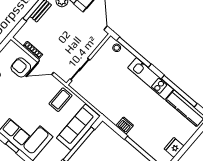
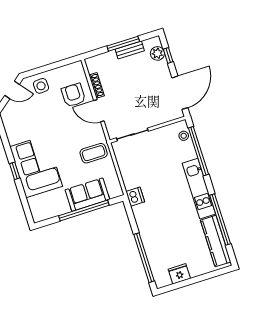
dishwasher: (125, 126) -> (135, 197), moved
sofa: (78, 127) -> (87, 195), width x0.73

